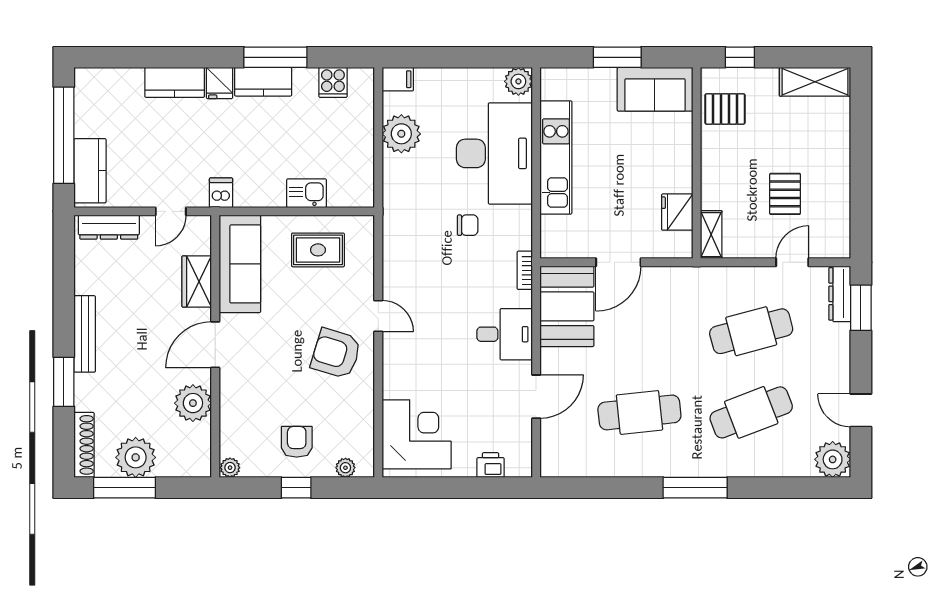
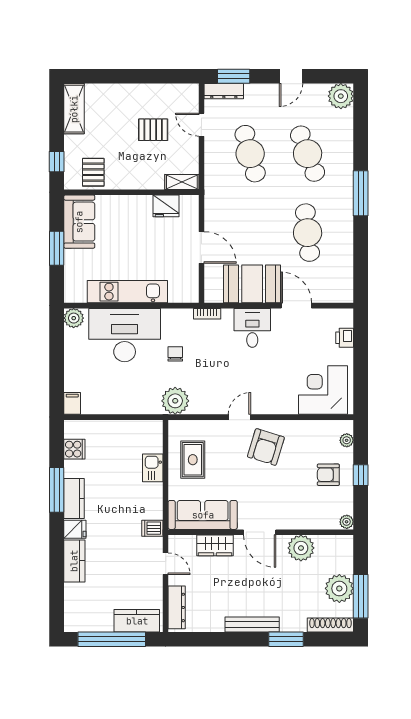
plant: (401, 134) -> (175, 401), moved
booth: (567, 306) -> (252, 284), moved
door: (861, 410) -> (291, 76), moved

